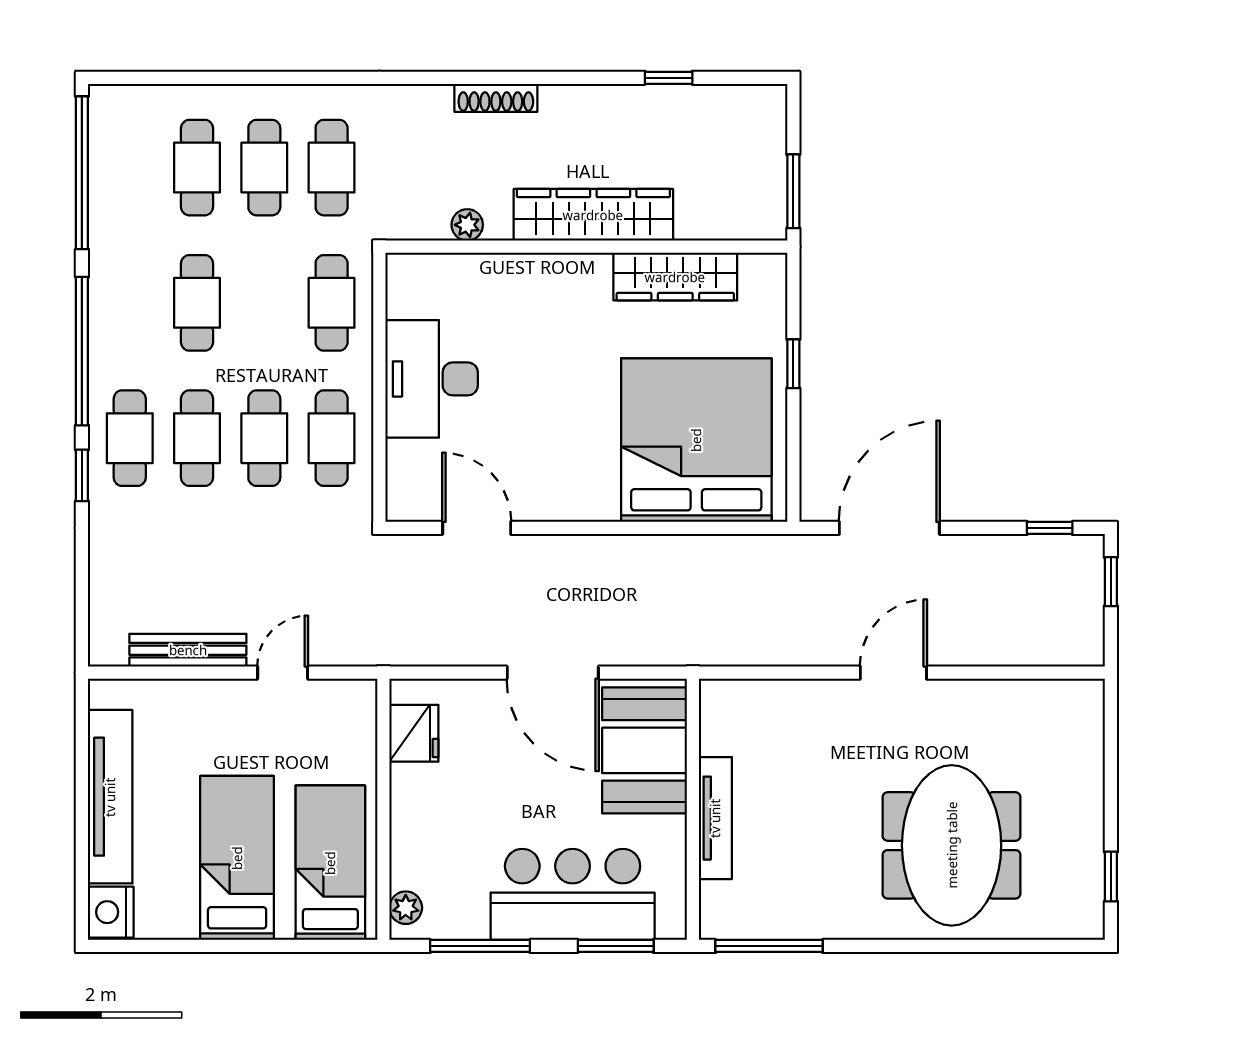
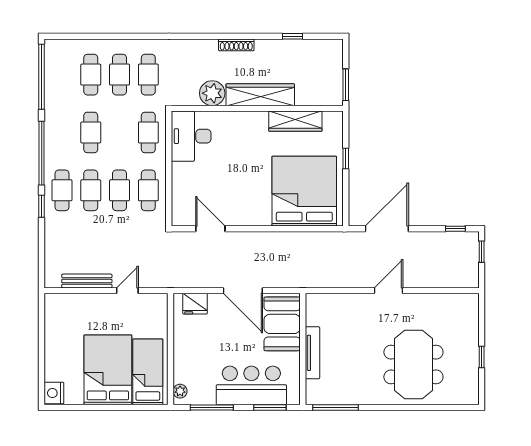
shoe rack: (496, 98) -> (236, 45), moved
plant: (467, 225) -> (212, 93), width x1.88, depth x1.88
desk: (432, 379) -> (191, 136), moved
fridge: (414, 733) -> (195, 304), moved, turned 90
tv unit: (110, 797) -> (54, 344), removed
bed: (237, 858) -> (108, 370), width x1.50
window: (1111, 877) -> (482, 357), moved

